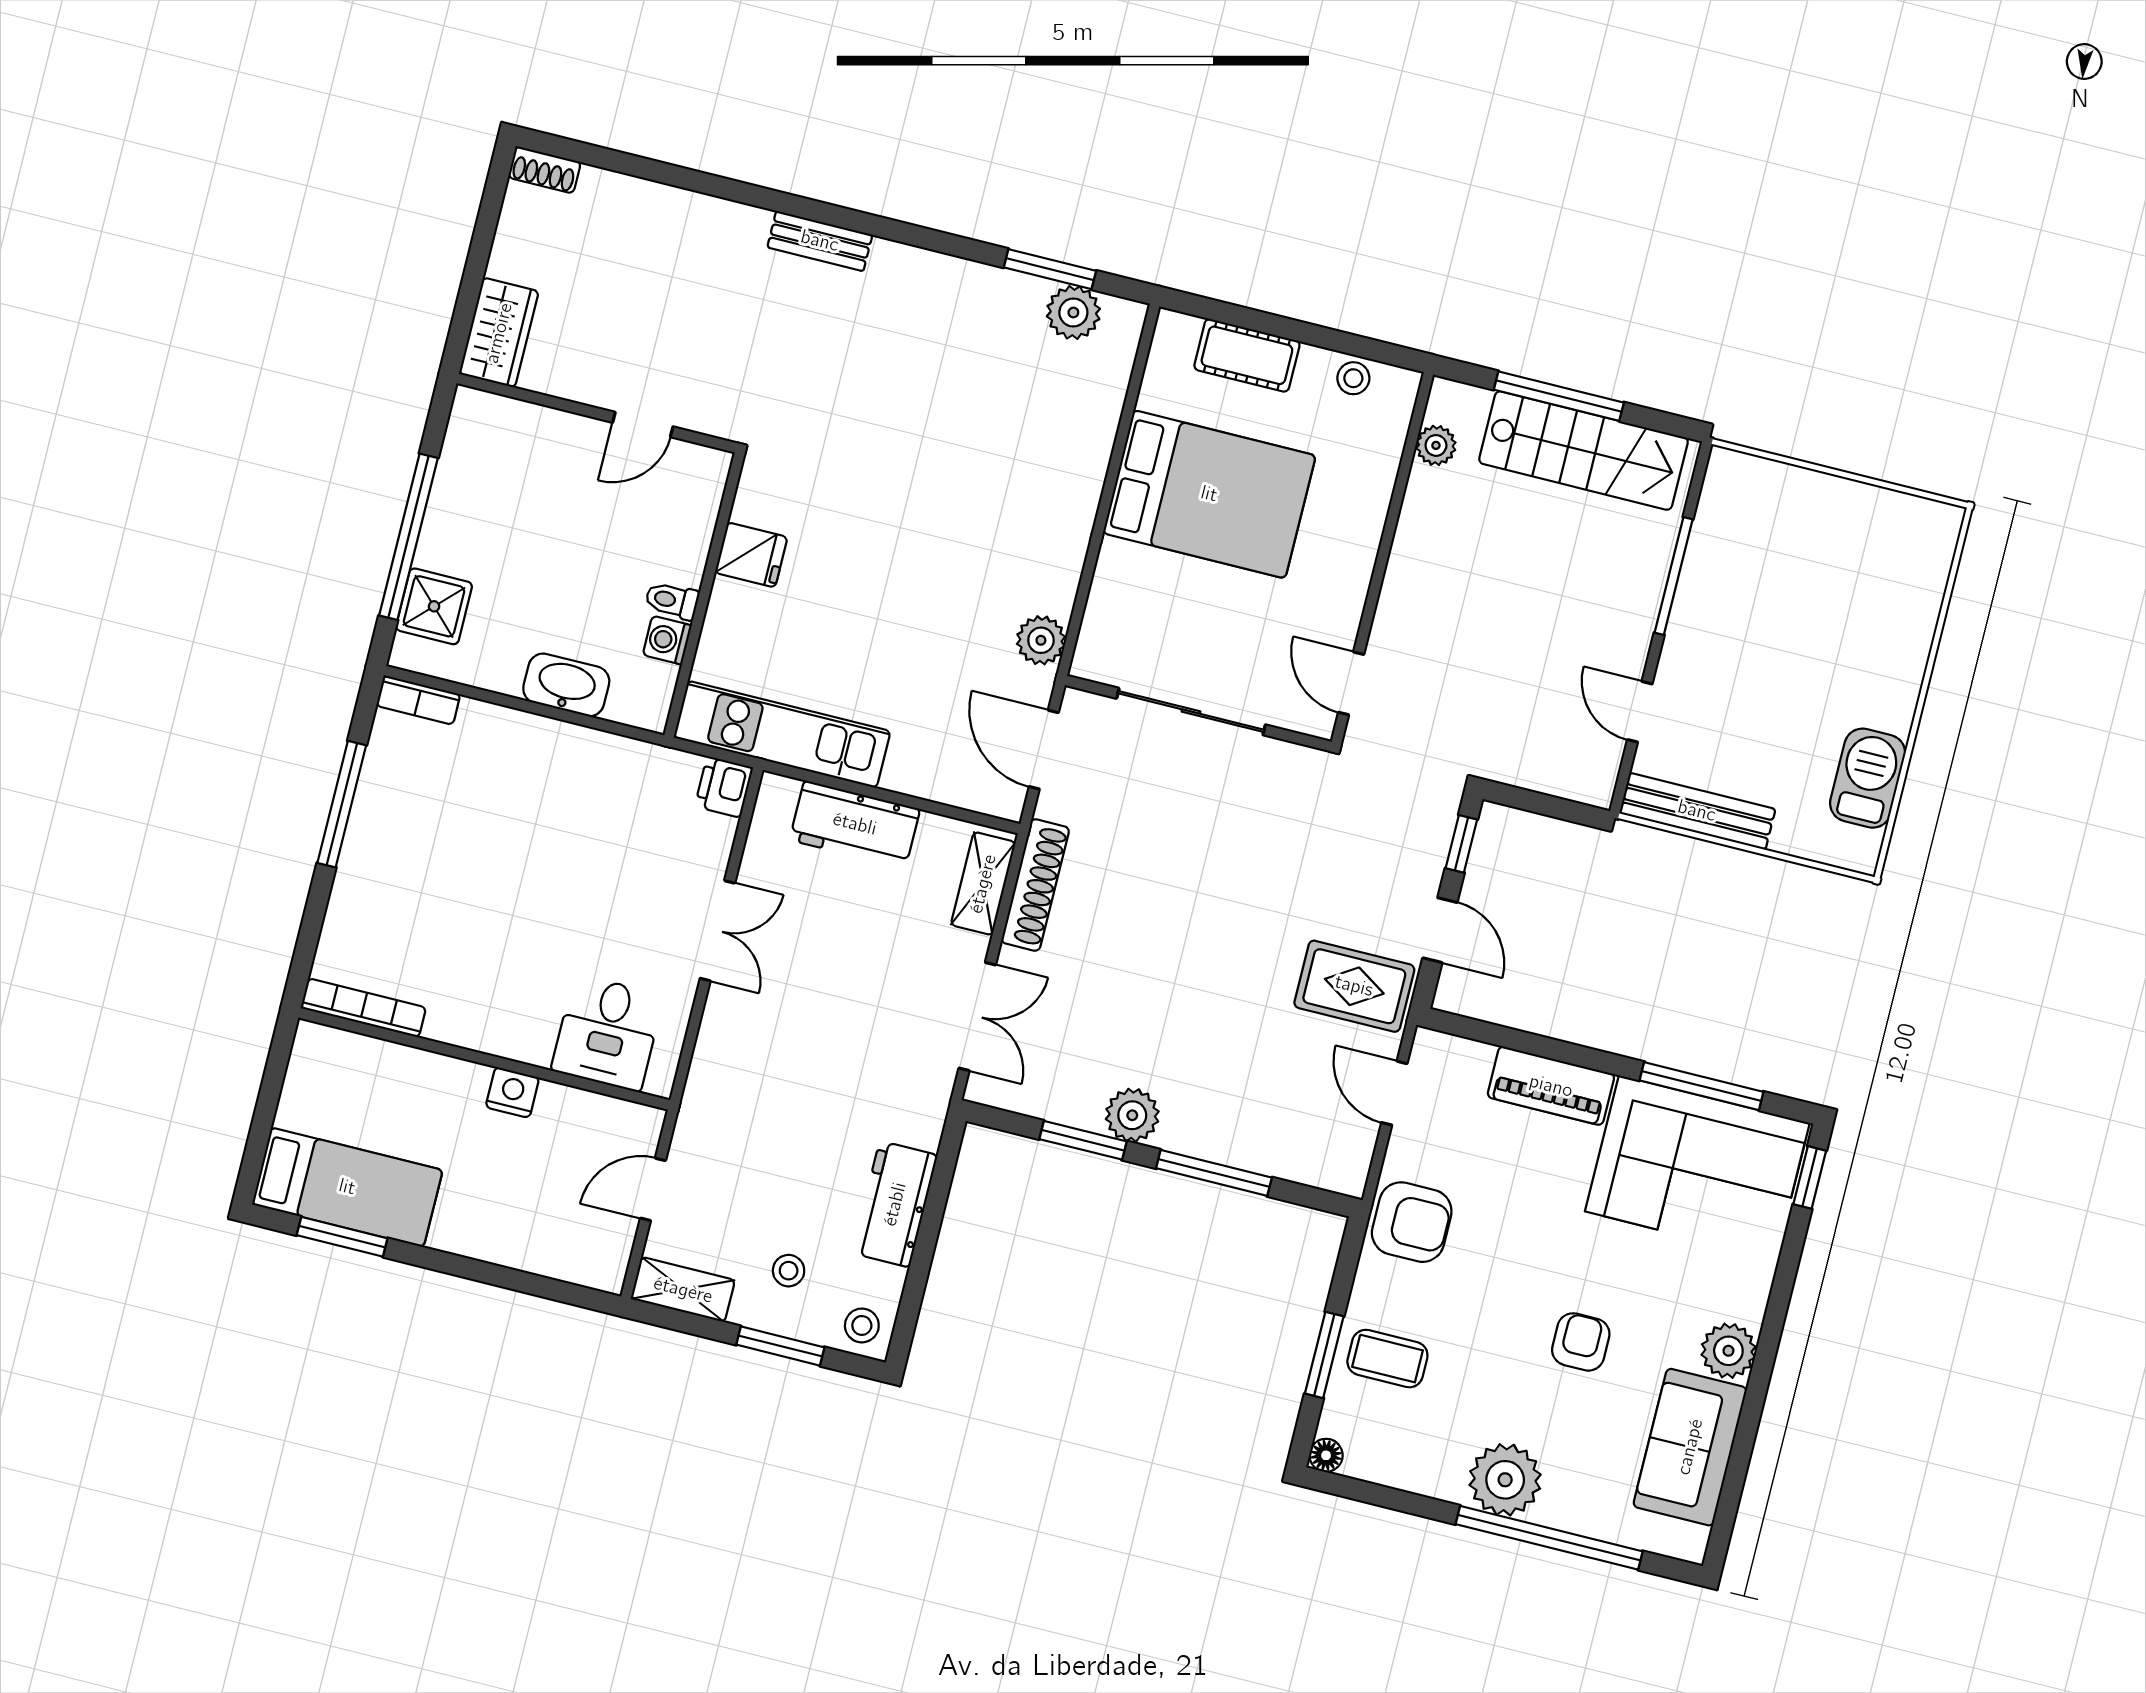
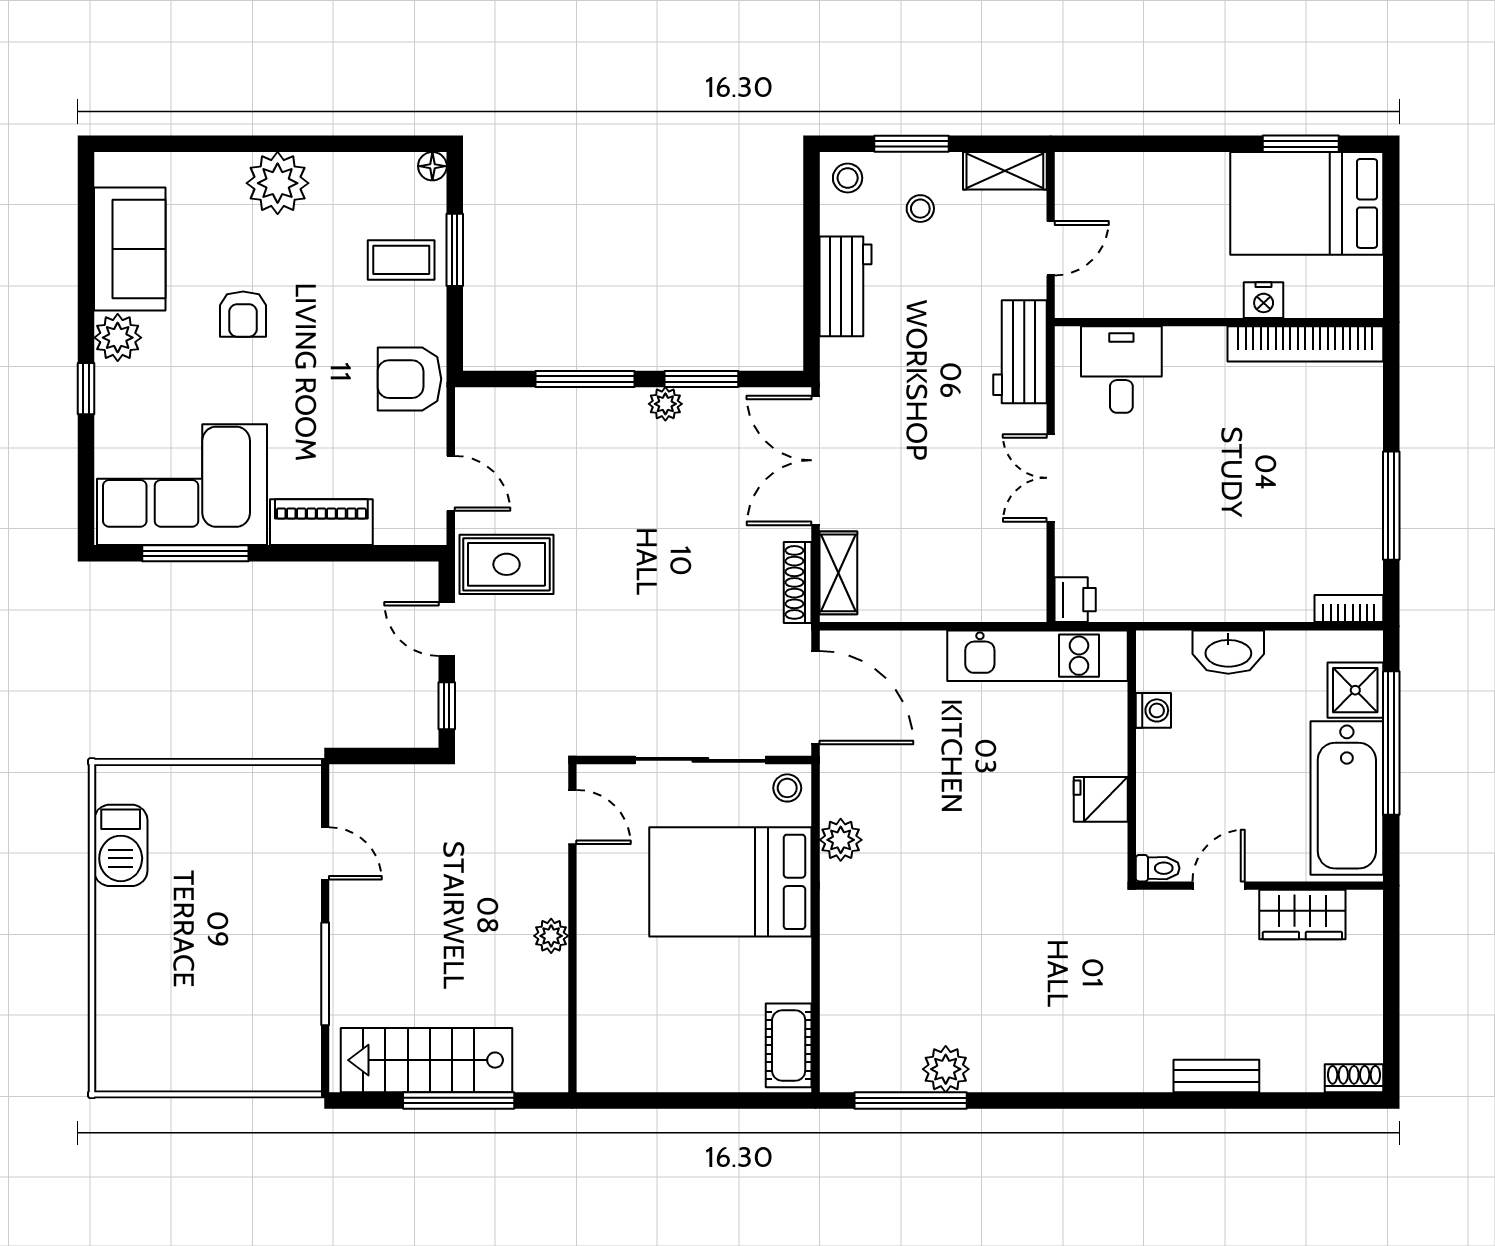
bench: (820, 241) -> (1216, 1076), moved
window: (1050, 269) -> (911, 1100), width x1.44
plant: (1073, 312) -> (946, 1069), moved
wardrobe: (499, 333) -> (1302, 915), moved, turned -90
cot: (1247, 355) -> (789, 1045), moved, turned 90
stool: (1353, 378) -> (787, 788), moved
plant: (1436, 445) -> (551, 936), moved
bathtub: (474, 487) -> (1347, 798), added
bed: (1209, 494) -> (730, 882), moved
toilet: (672, 600) -> (1158, 868), moved
plant: (1041, 640) -> (841, 840), moved
door: (1044, 750) -> (816, 698), width x1.36
bench: (1697, 811) -> (256, 782), removed
workbench: (855, 824) -> (1020, 352), moved, turned -90
shoe rack: (1035, 885) -> (798, 582), width x0.74, depth x0.81
bookcase: (363, 1008) -> (1305, 344), width x1.48, depth x1.31
double door: (977, 1016) -> (816, 460), width x1.37
nightstand: (512, 1092) -> (1264, 300), moved
plant: (1132, 1115) -> (665, 404), width x0.73, depth x0.73
window: (1810, 1177) -> (86, 389), moved
bed: (347, 1187) -> (1307, 203), width x1.50
window: (1549, 1538) -> (229, 144), removed

